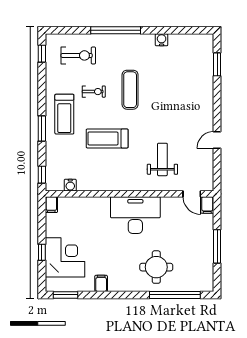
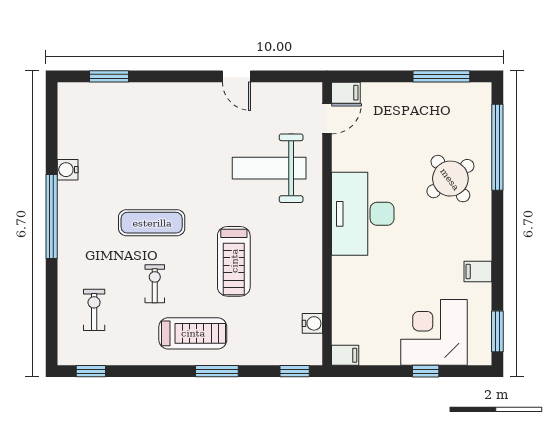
window: (116, 30) -> (52, 216), moved
exercise bike: (78, 55) -> (94, 310), width x0.73, depth x0.72
weight bench: (162, 159) -> (269, 168), width x1.36, depth x1.33
window: (217, 246) -> (441, 76), moved
round table: (156, 267) -> (450, 179), turned -37

